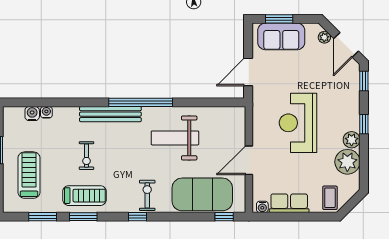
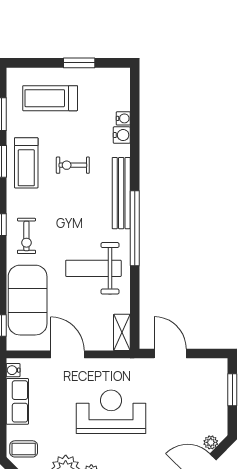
sofa: (281, 36) -> (212, 392), removed
water cooler: (32, 114) -> (122, 135), moved
shelving: (230, 114) -> (122, 332), added
weight bench: (175, 138) -> (93, 268), turned -90
treadmill: (29, 175) -> (50, 98), turned 180
exercise bike: (147, 195) -> (26, 236), turned 90

